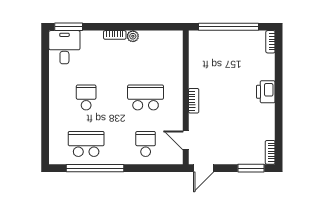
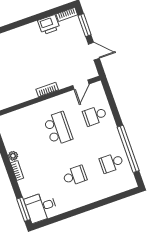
printer: (266, 92) -> (49, 25), moved
school desk: (86, 97) -> (75, 176), turned 180
school desk: (146, 97) -> (58, 129), turned 180
school desk: (86, 144) -> (112, 163), width x0.54
door: (204, 168) -> (94, 51), moved

